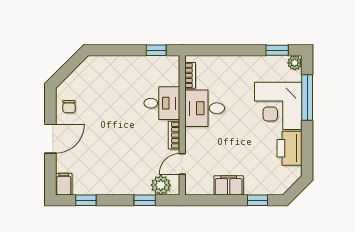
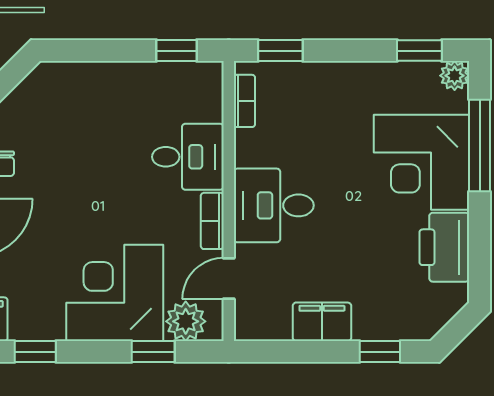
window: (208, 50) -> (280, 51), added
desk: (205, 108) -> (274, 205), moved
corner desk: (125, 171) -> (115, 293), added

